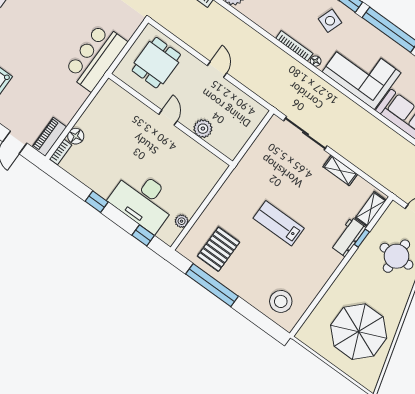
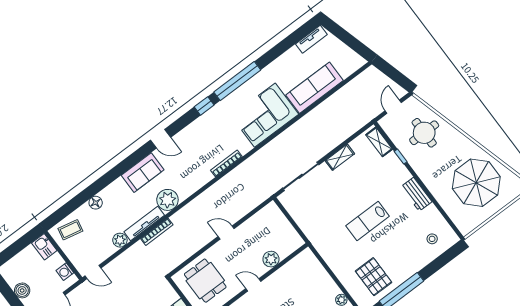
side table: (330, 21) -> (215, 128), removed
floor lamp: (316, 61) -> (244, 150), removed
workbench: (348, 237) -> (416, 194), moved
stool: (281, 301) -> (432, 239), width x0.53, depth x0.53

